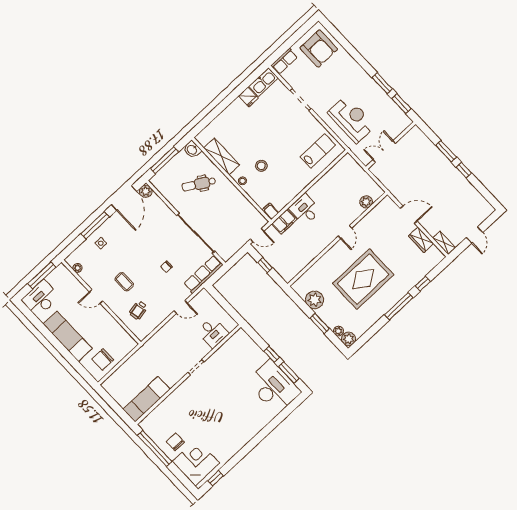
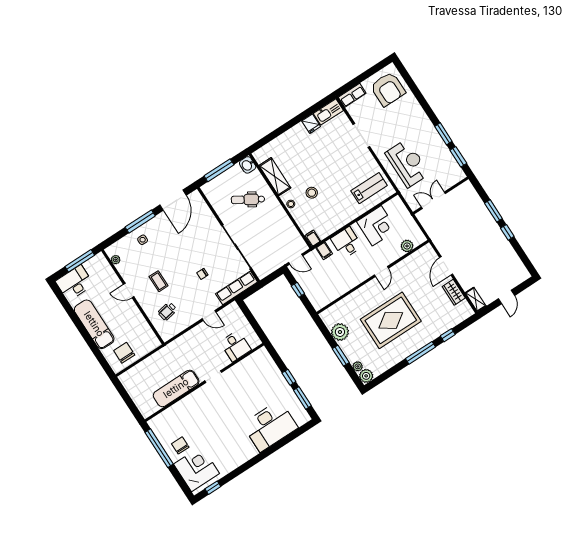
corner desk: (332, 187) -> (377, 226), added
plant: (146, 191) -> (195, 197), removed
door: (409, 215) -> (446, 266), swing flipped
filing cabinet: (284, 222) -> (324, 251), width x0.50
chair: (103, 359) -> (124, 353), turned 90
desk: (274, 387) -> (270, 426), moved, turned 90
exam couch: (147, 399) -> (176, 388), moved

